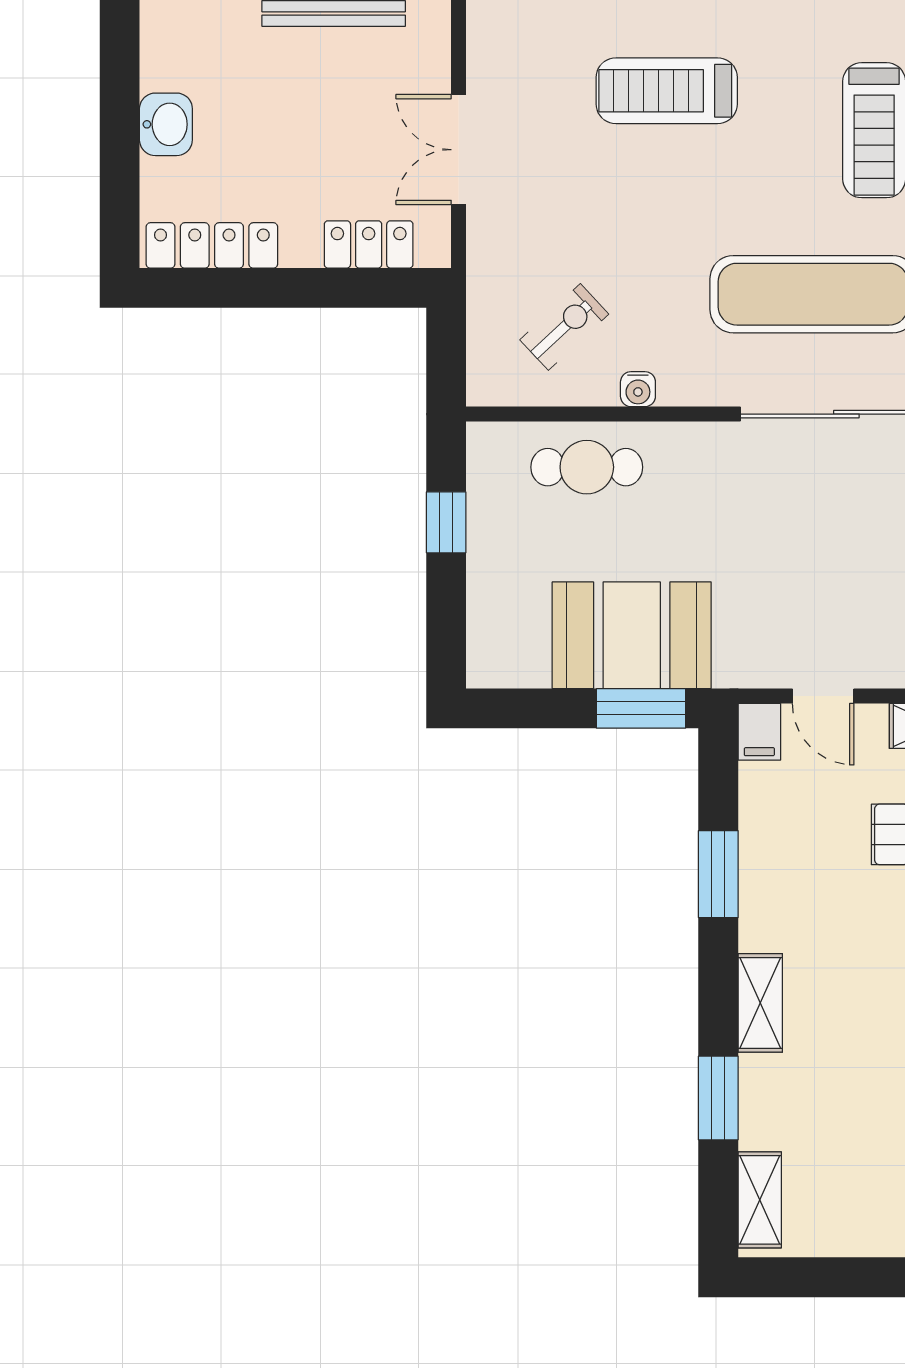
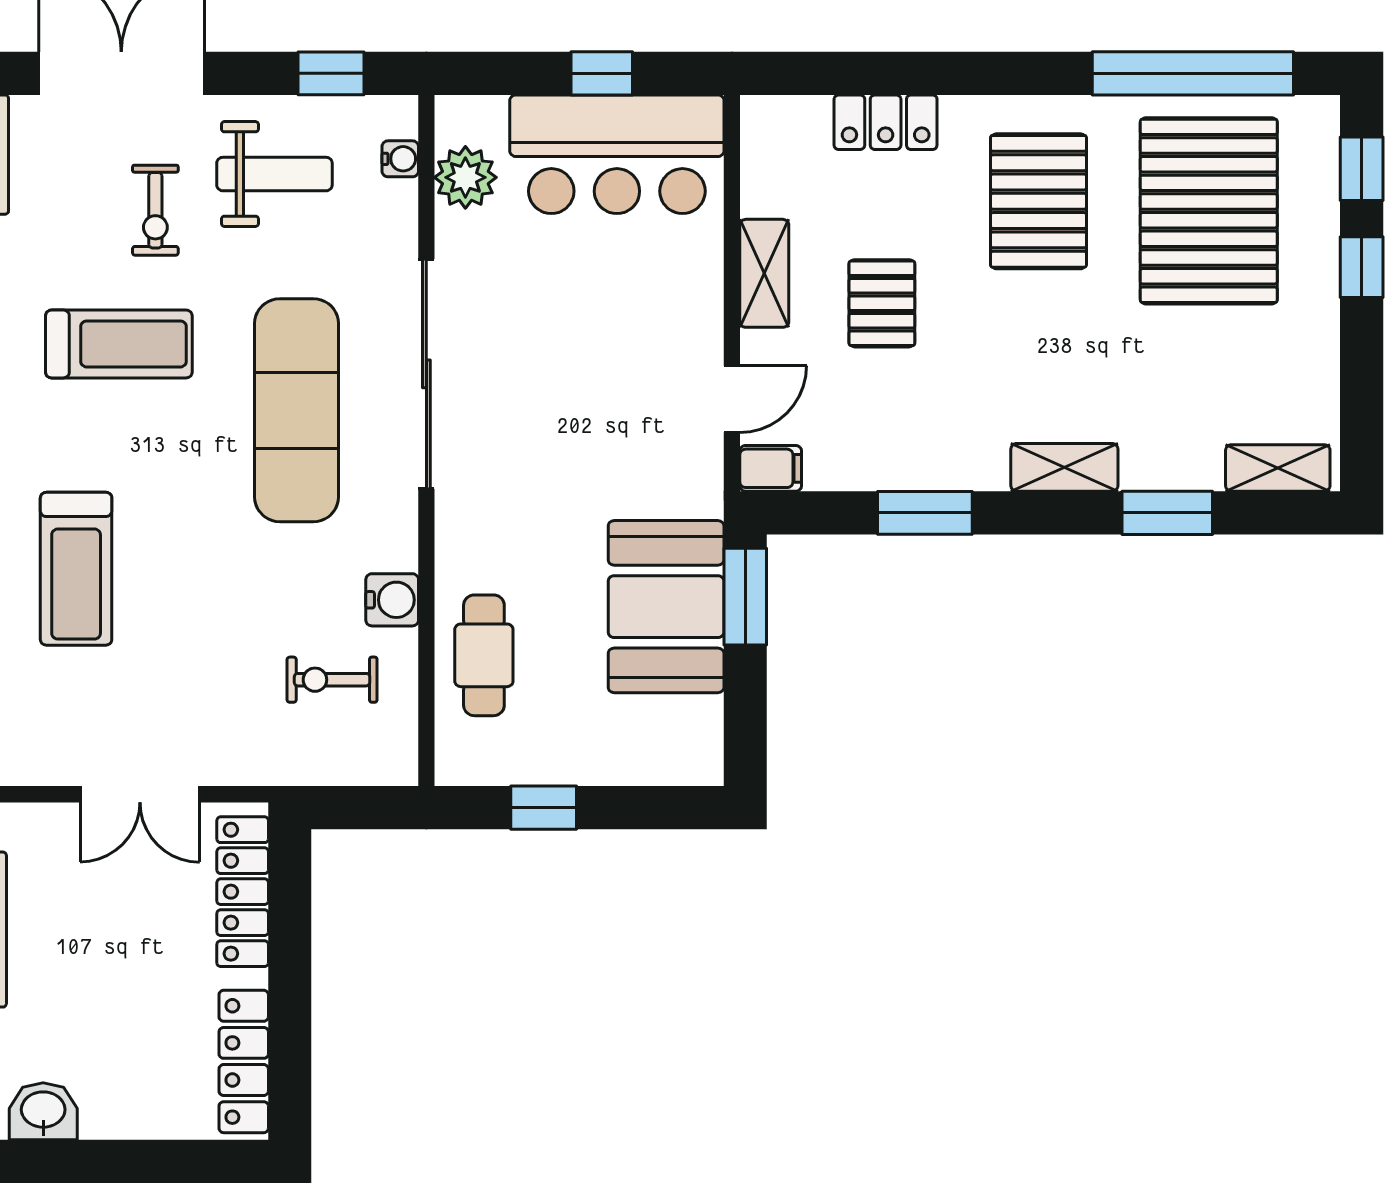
washbasin: (166, 124) -> (43, 1111), moved
locker: (369, 244) -> (243, 892), width x1.53
exercise bike: (564, 327) -> (332, 680), turned -47
water cooler: (638, 389) -> (392, 600), width x1.38, depth x1.38

